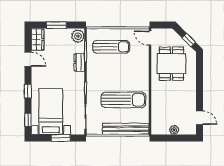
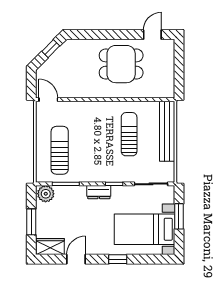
door: (150, 38) -> (48, 100), swing flipped
dresser: (79, 62) -> (99, 192), moved
dining table: (171, 64) -> (121, 64), moved
sun lounger: (123, 100) -> (129, 134), width x0.73, depth x0.75
window: (28, 120) -> (155, 259), removed
plant: (174, 130) -> (168, 68), removed

